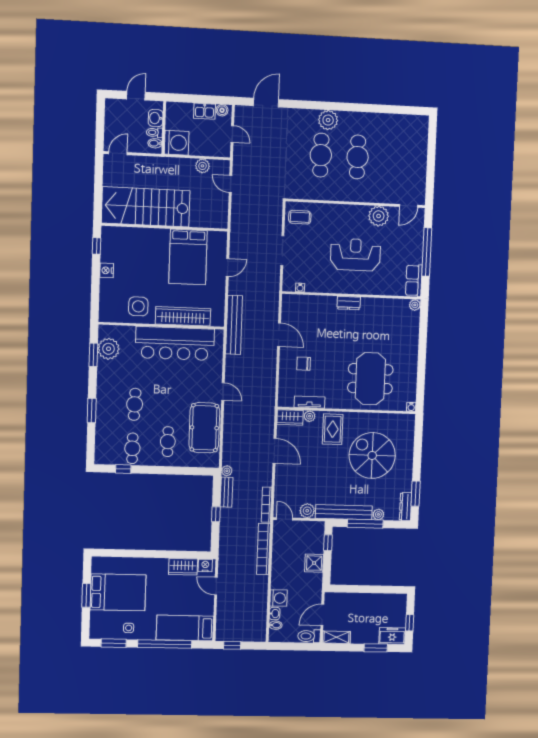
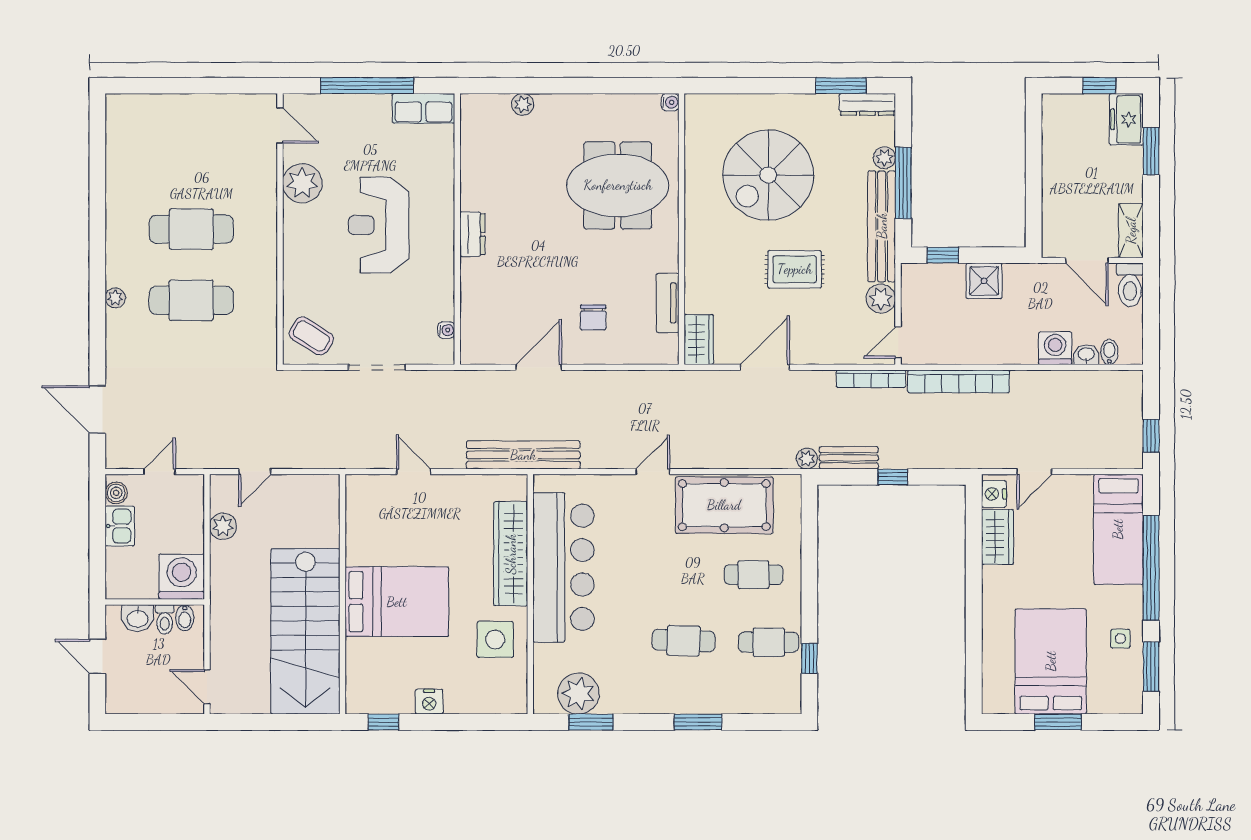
plant: (328, 120) -> (115, 298), width x0.53, depth x0.53
coffee table: (300, 217) -> (311, 336), turned -59
bed: (188, 257) -> (397, 602), moved
plant: (415, 305) -> (523, 104), moved
plant: (310, 416) -> (695, 302), removed
rug: (333, 429) -> (795, 269), moved

